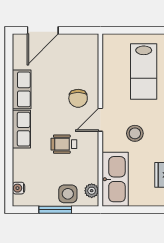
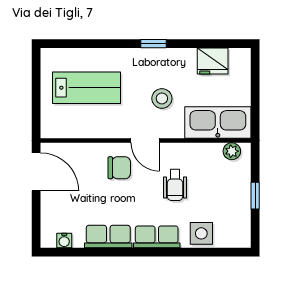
door: (43, 30) -> (36, 172), moved
water cooler: (18, 188) -> (64, 240), moved
side table: (68, 194) -> (201, 233), moved
window: (55, 210) -> (255, 196), width x0.67

